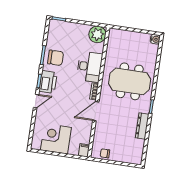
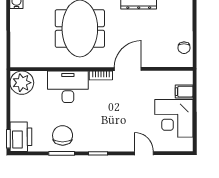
printer: (48, 82) -> (21, 137), moved, turned 90
door: (36, 101) -> (144, 153), moved
door: (96, 111) -> (128, 69), swing flipped
filing cabinet: (84, 150) -> (184, 92), moved

